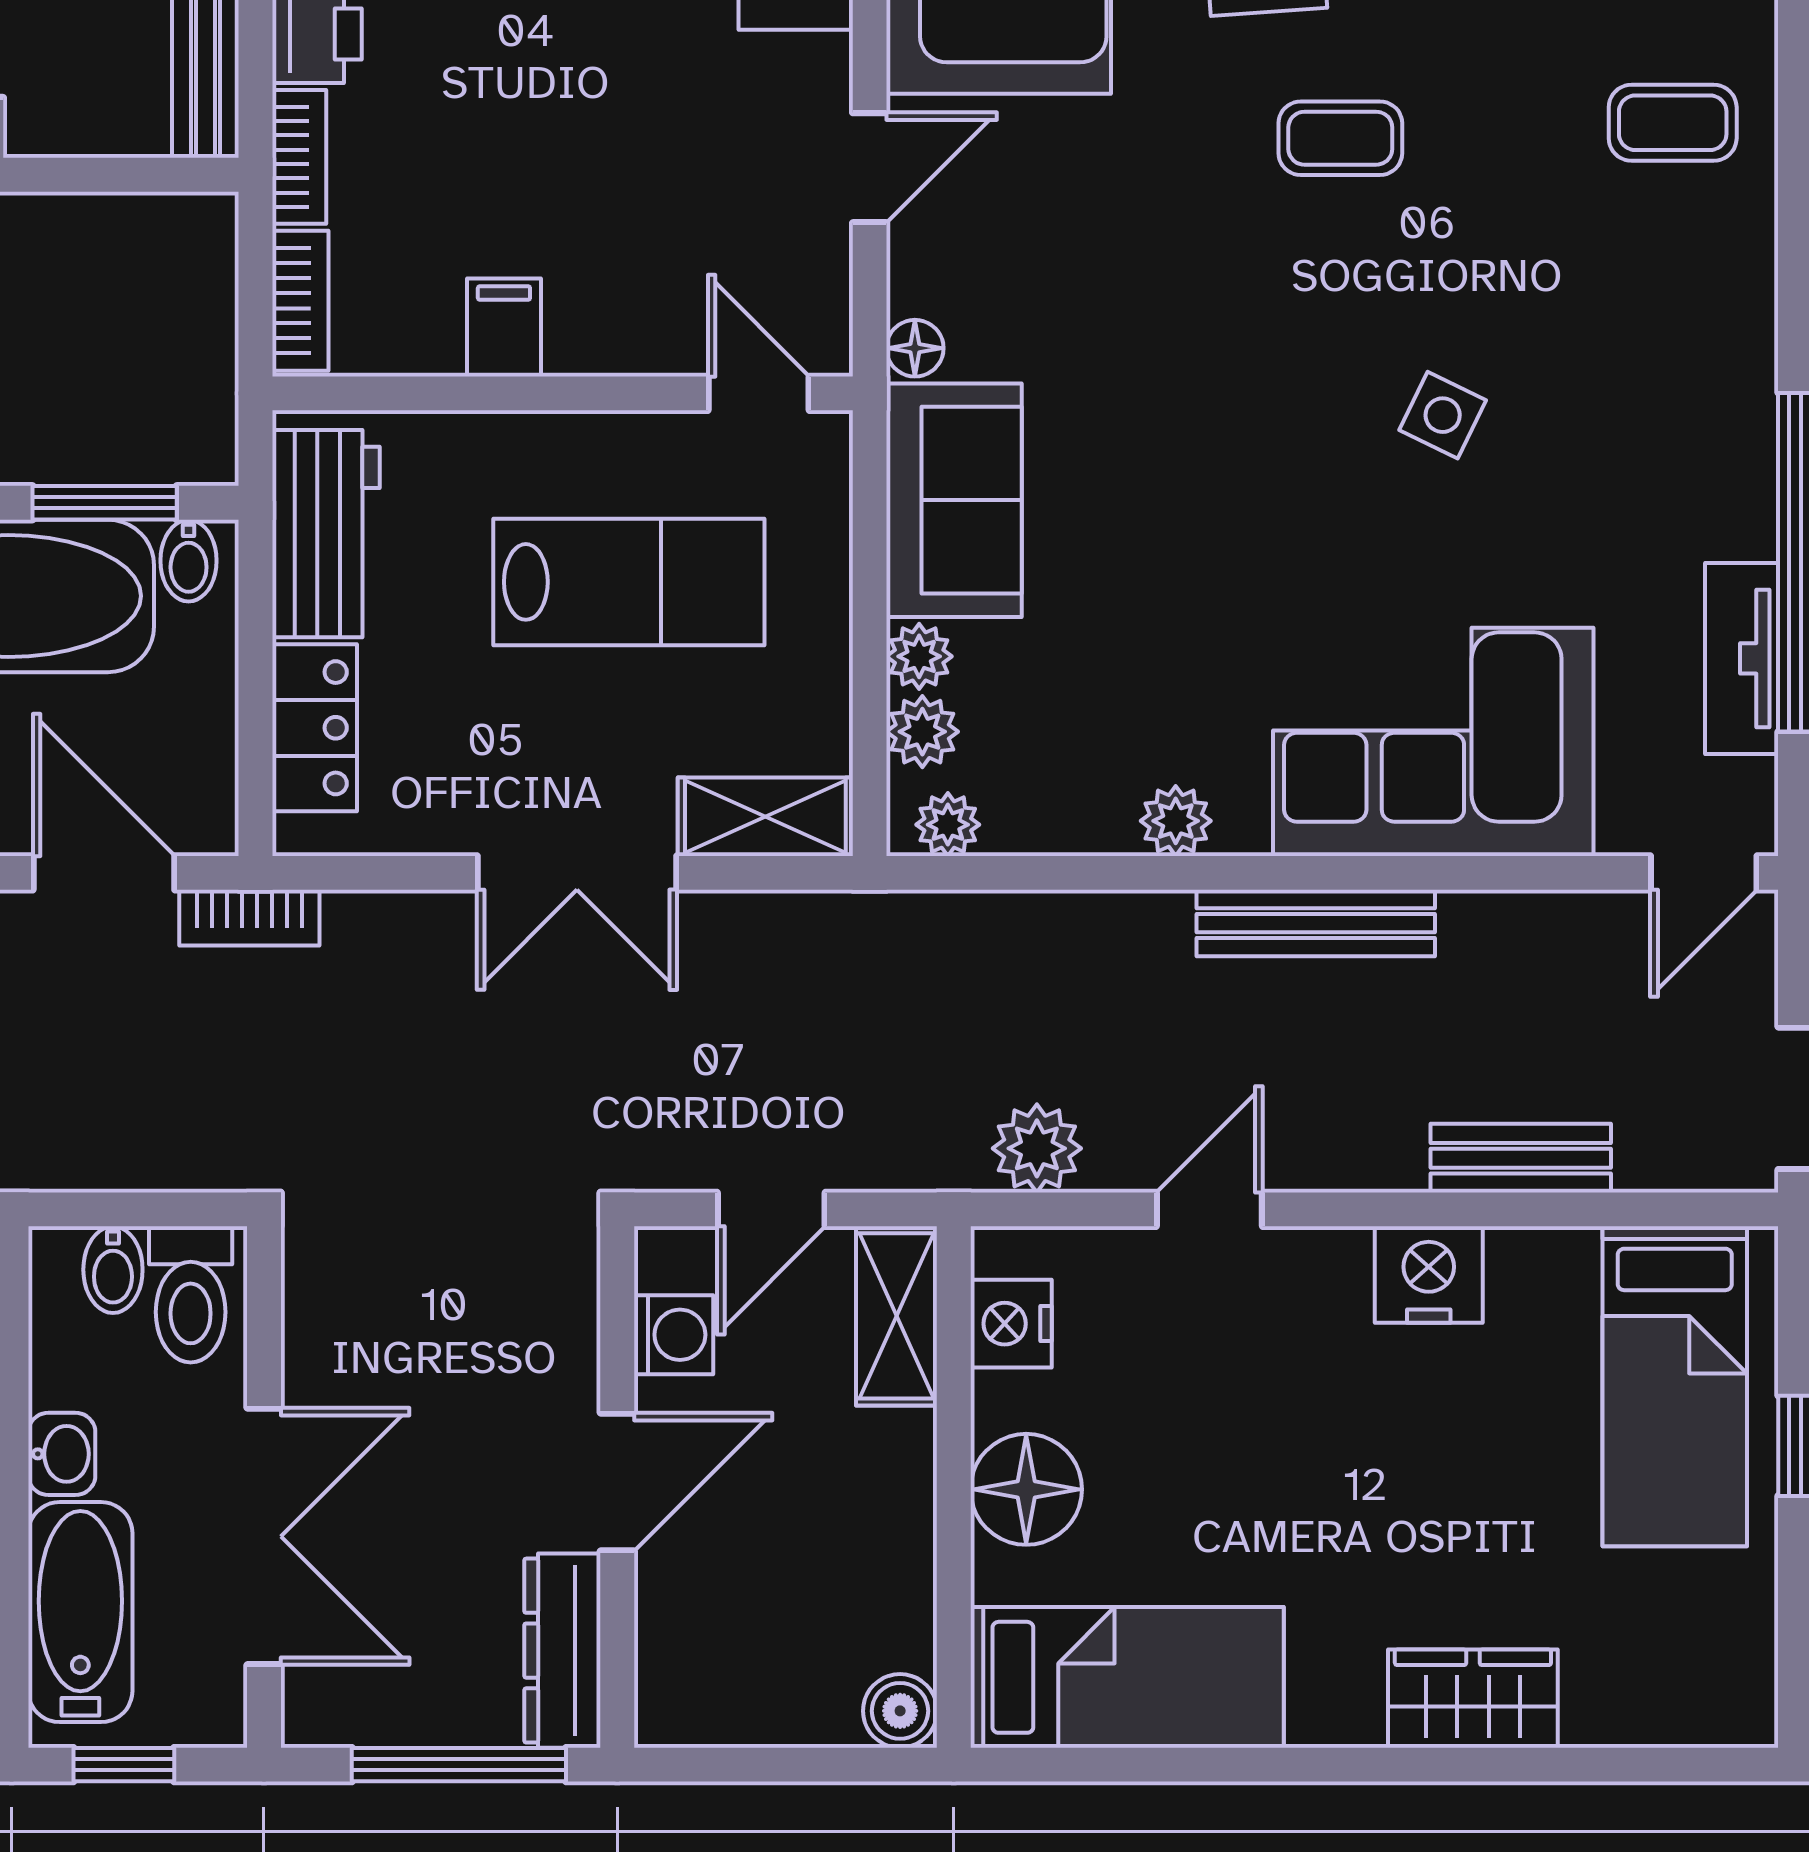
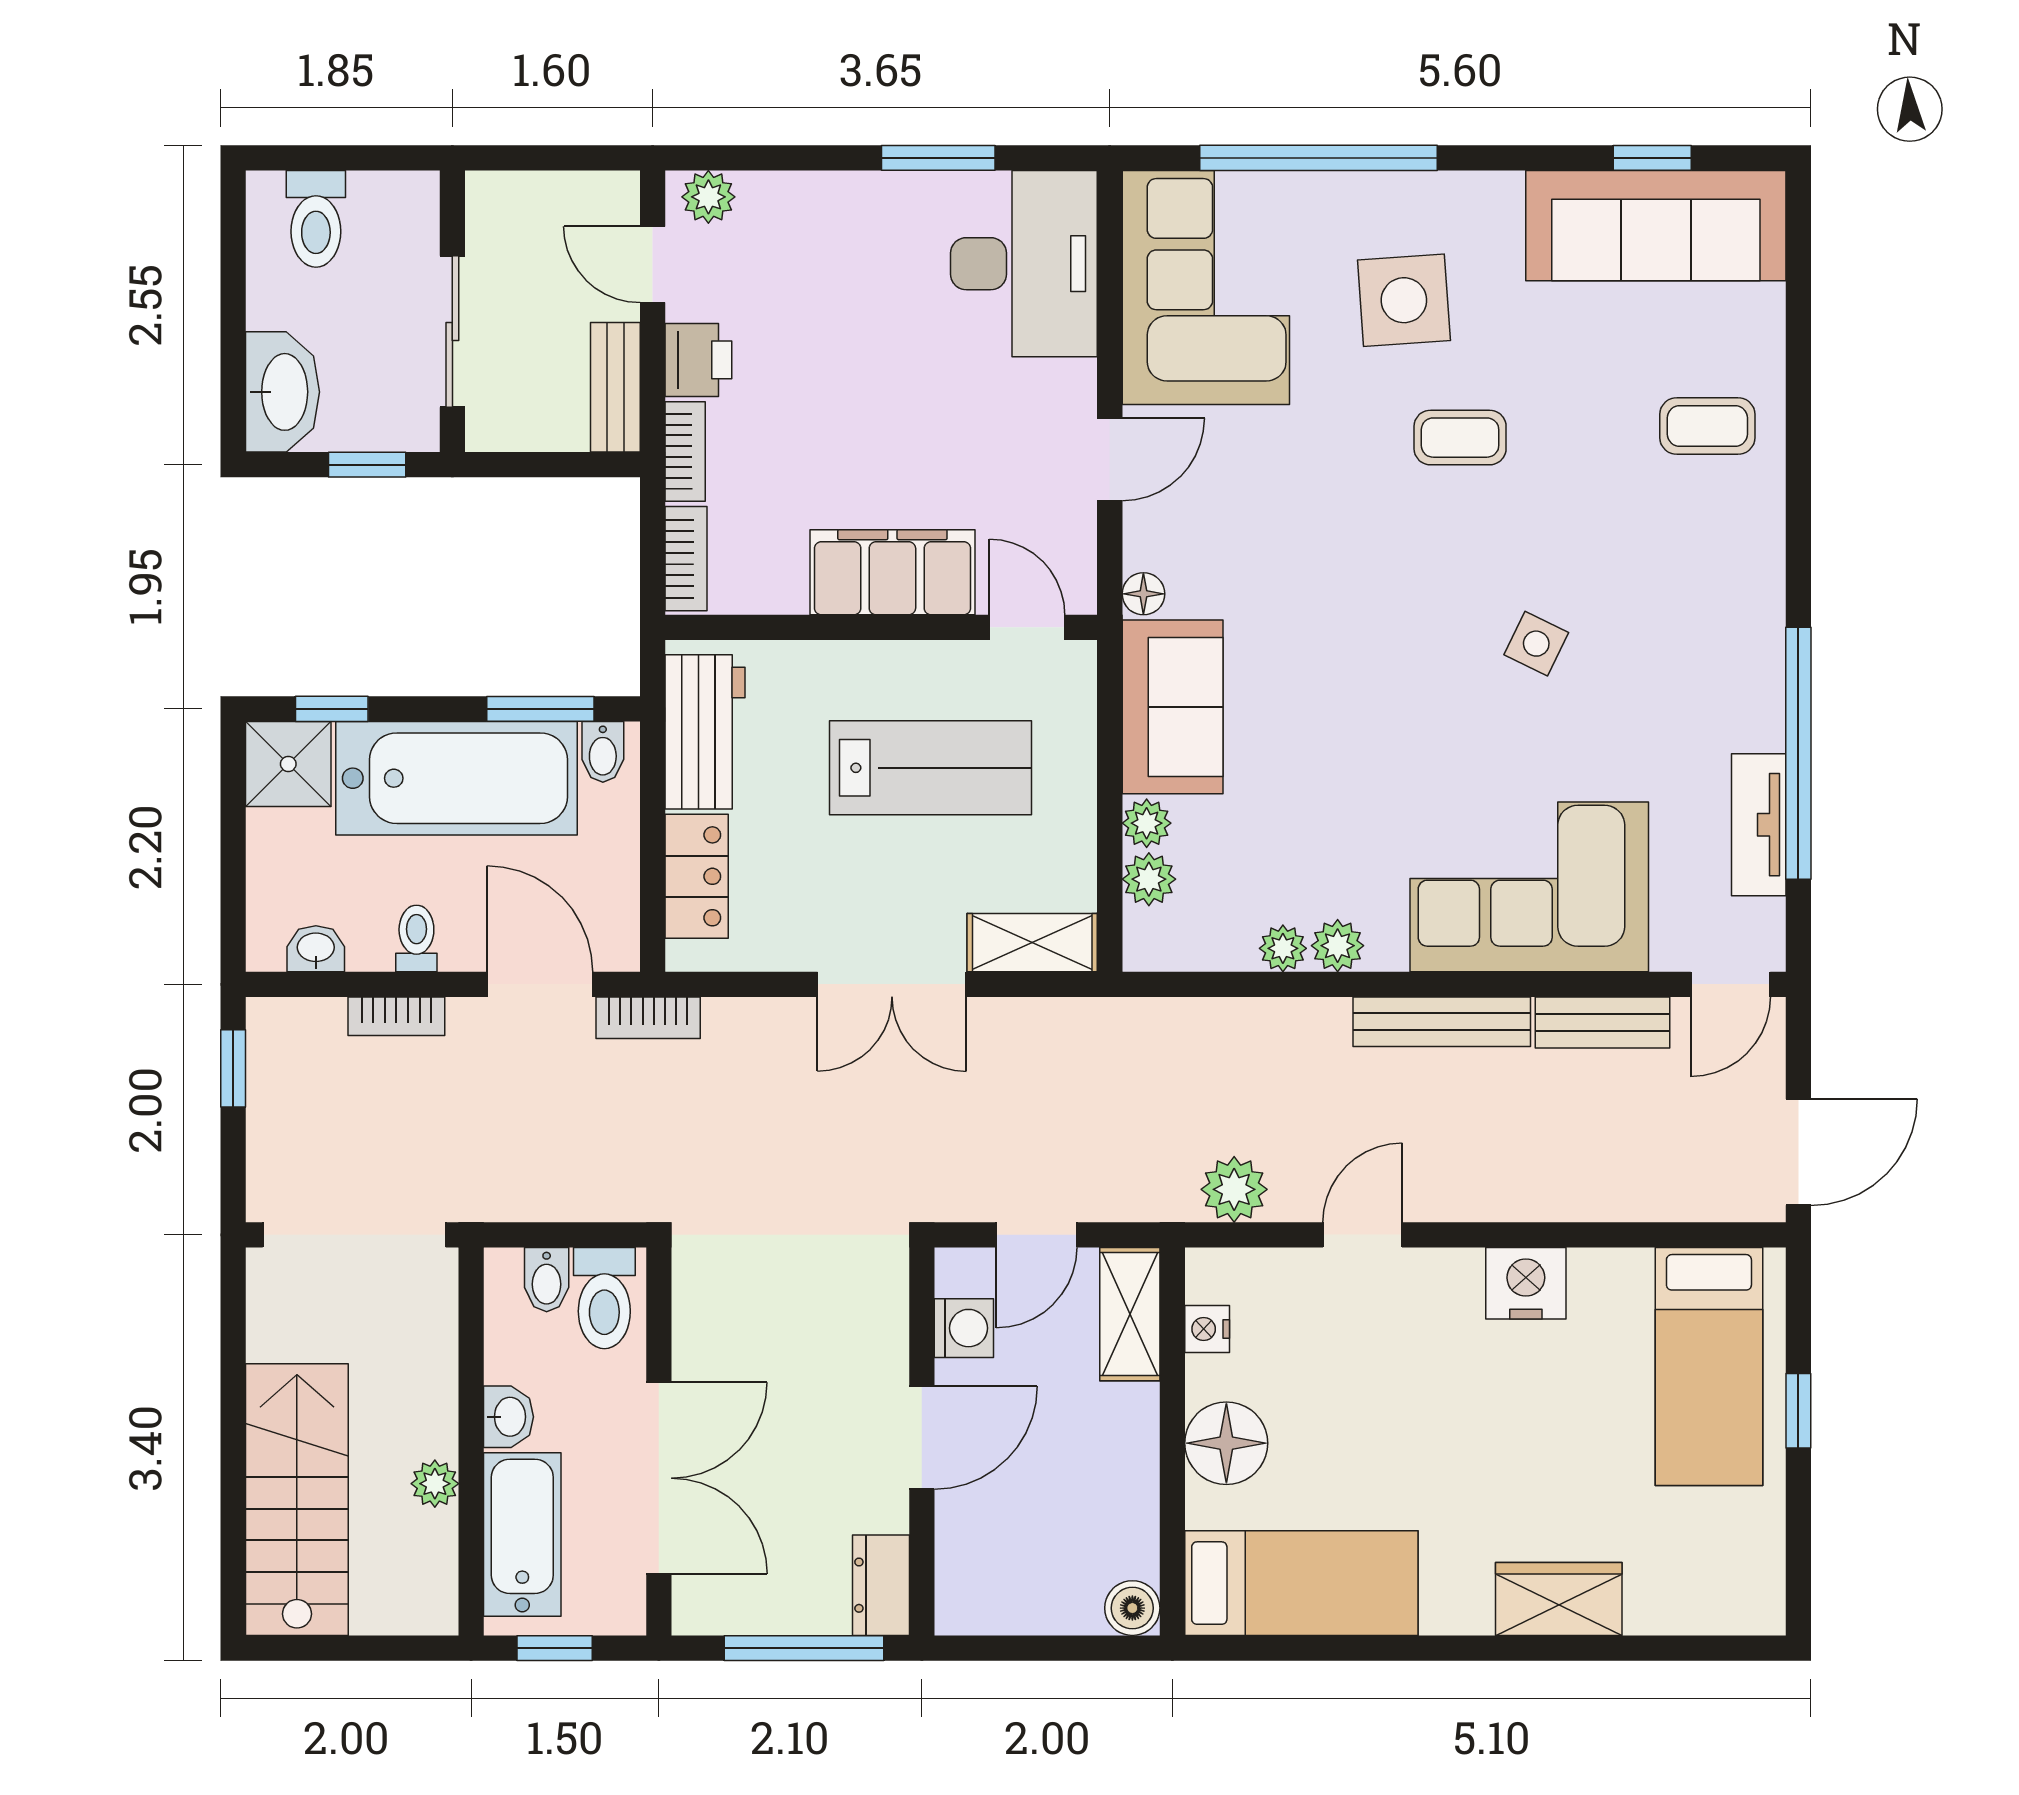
filing cabinet: (504, 327) -> (892, 572), width x3.00, depth x1.17
plant: (948, 825) -> (1283, 948), moved
bench: (1521, 1158) -> (1603, 1023), moved
nightstand: (1011, 1324) -> (1207, 1329), width x0.72, depth x0.74
dresser: (562, 1651) -> (881, 1585), width x0.70

